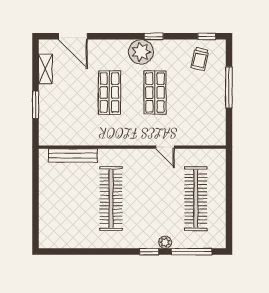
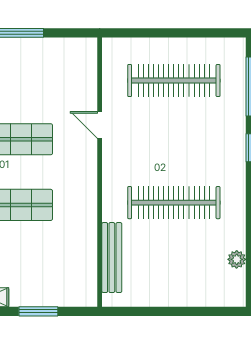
door: (165, 147) -> (100, 125), swing flipped
plant: (165, 242) -> (237, 259), moved

